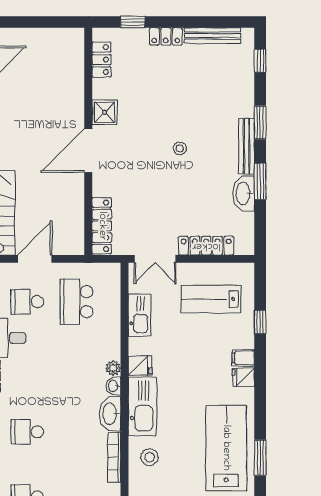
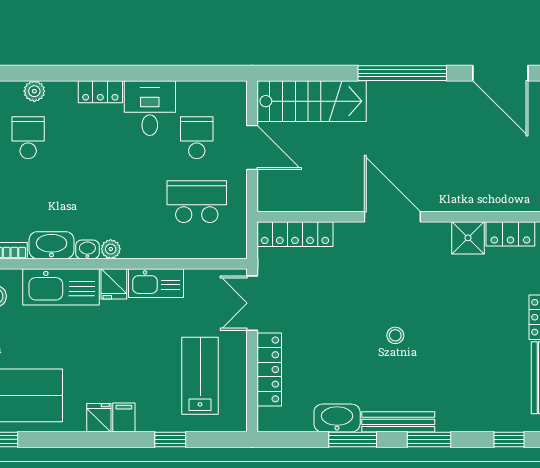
shower: (105, 112) -> (468, 238), moved
kitchen sink: (139, 315) -> (156, 283), moved

